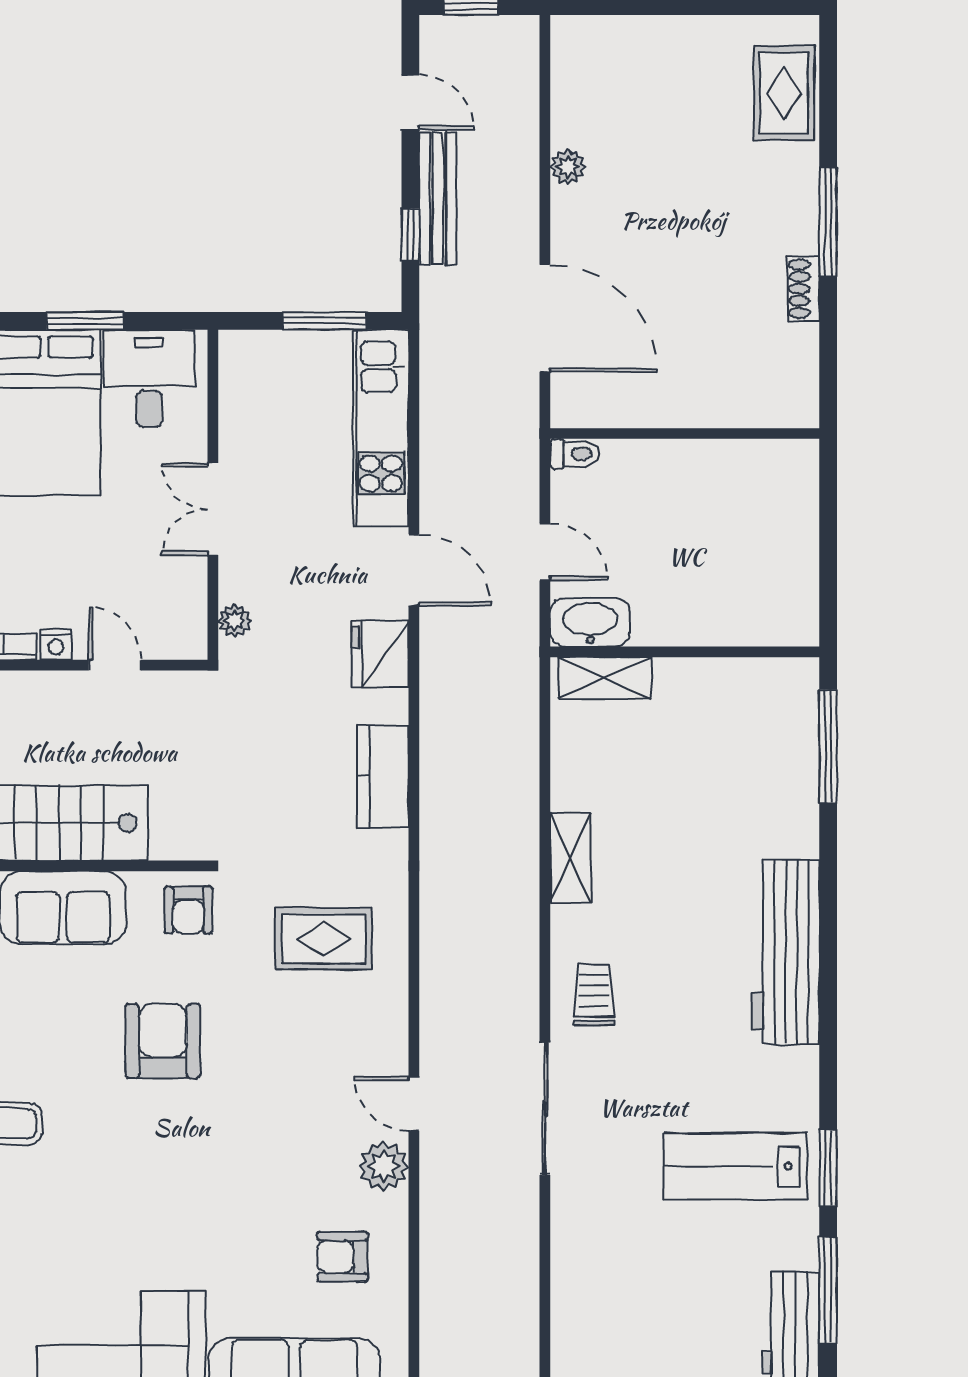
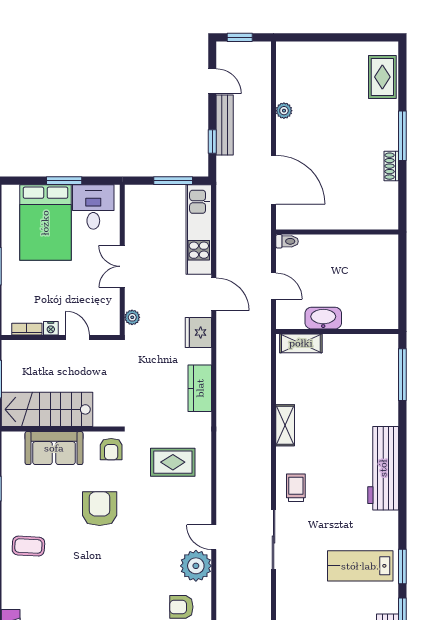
washbasin: (590, 622) -> (323, 318), moved
plant: (384, 1166) -> (196, 566), width x1.36, depth x1.36

